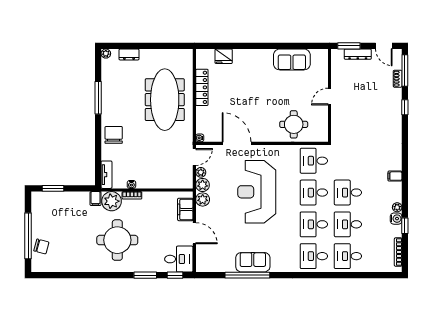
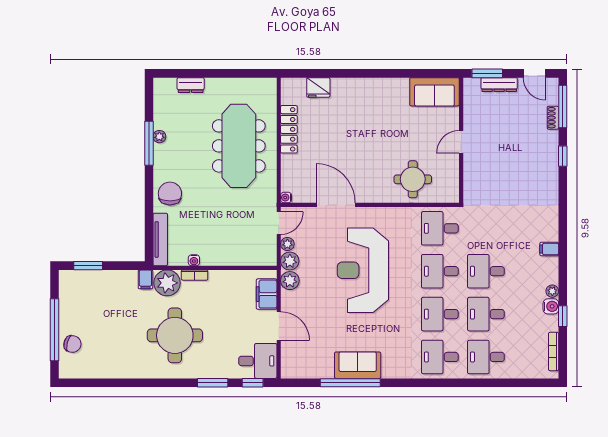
plant: (106, 54) -> (159, 137), moved
sofa: (292, 59) -> (434, 92), moved
tv unit: (106, 175) -> (160, 239), width x1.41

